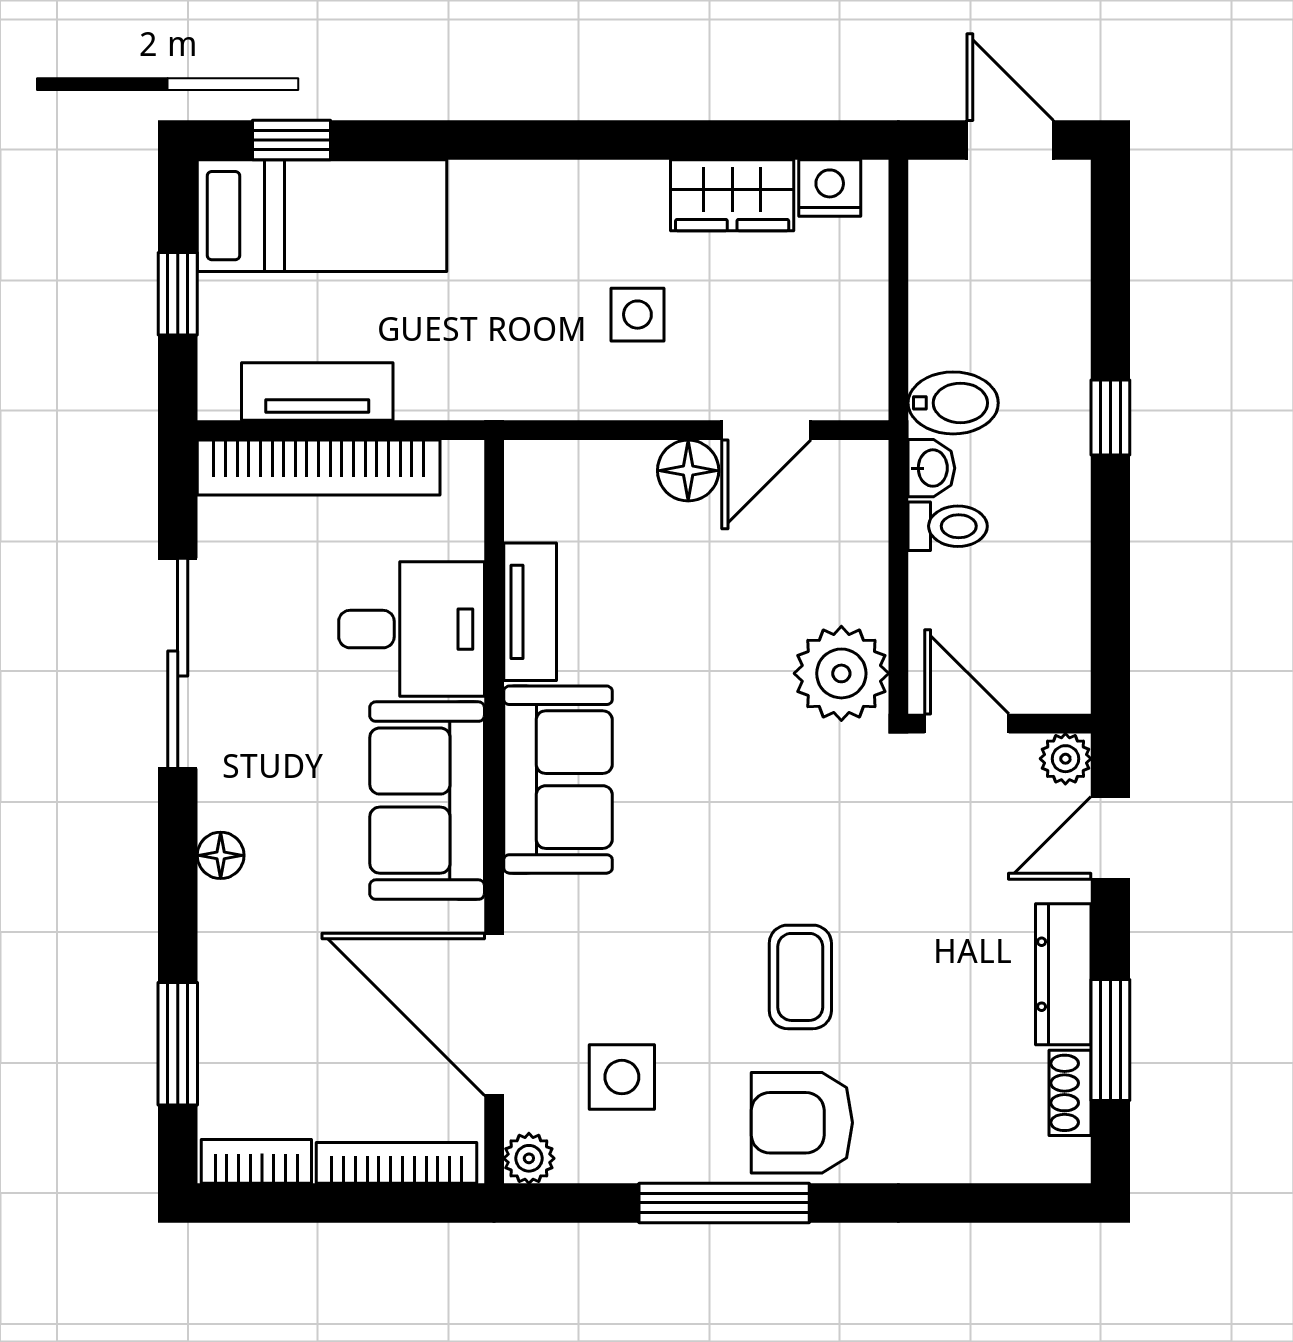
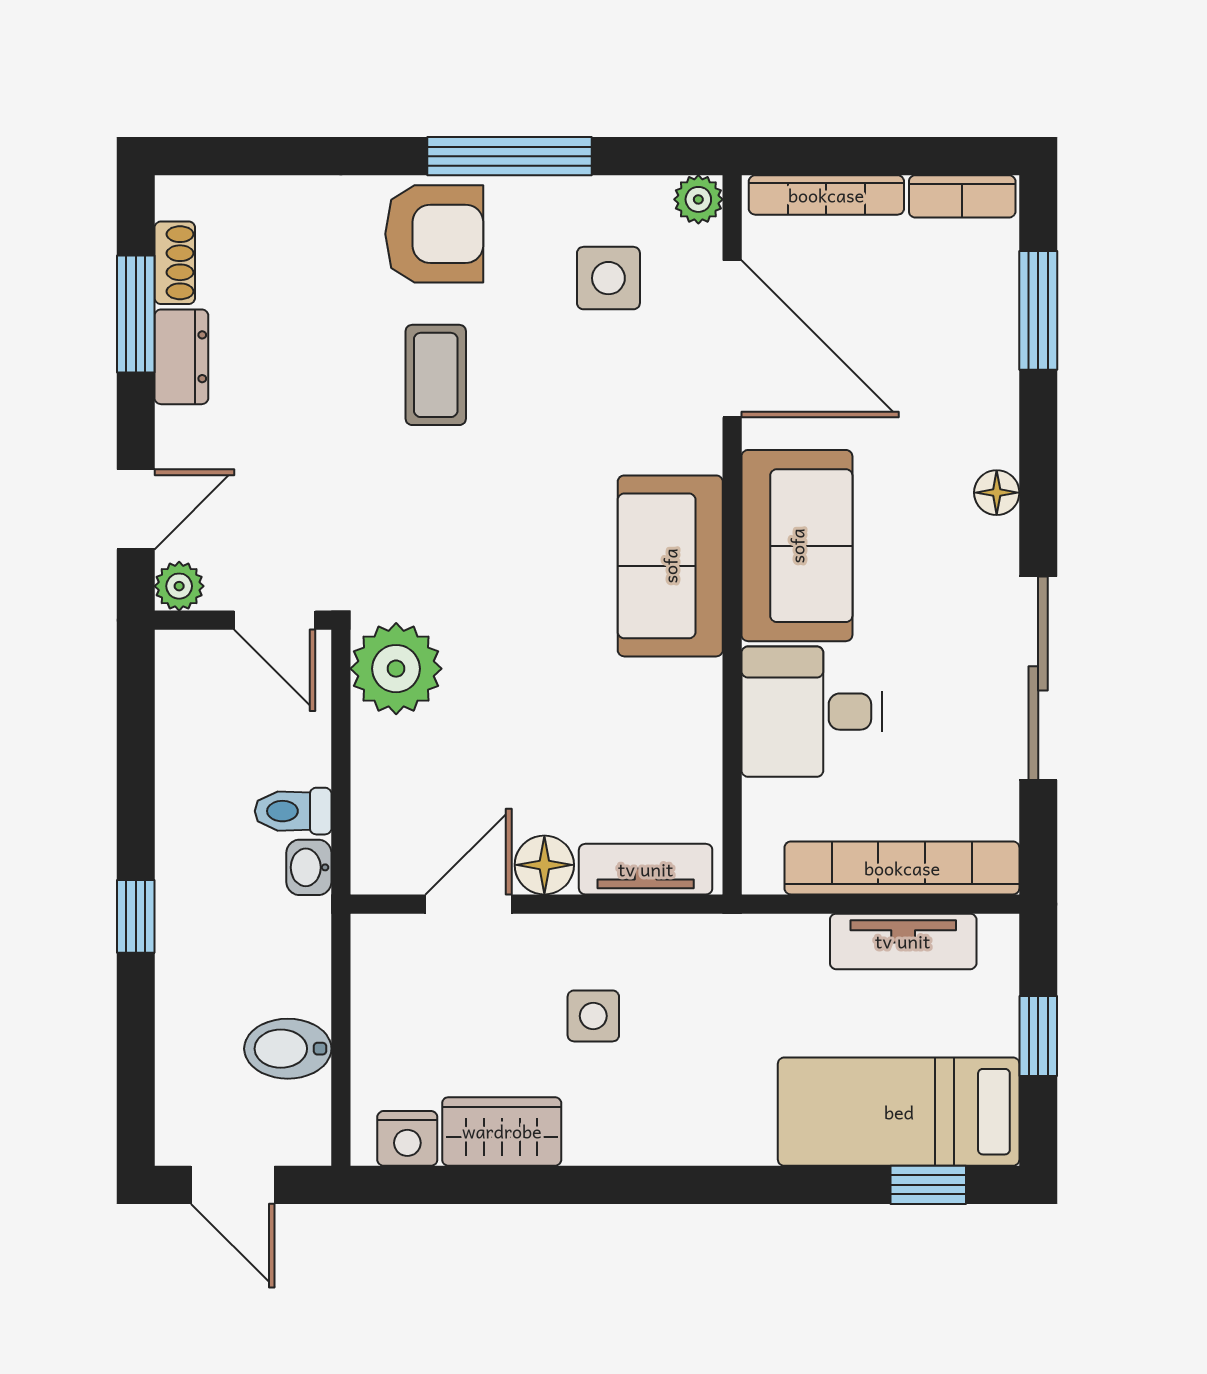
bidet: (953, 403) -> (288, 1049), moved
tv unit: (530, 612) -> (646, 869), moved, turned 90
dresser: (1063, 974) -> (181, 357), width x0.70

